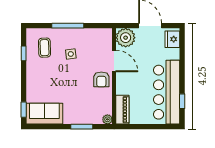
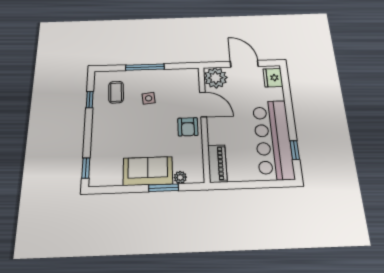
sofa: (44, 114) -> (148, 171), moved
plant: (107, 119) -> (180, 177), moved

